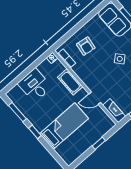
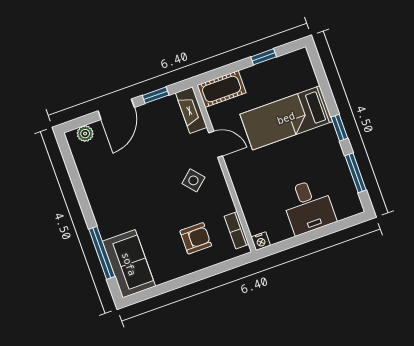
armchair: (86, 46) -> (196, 238), turned 82
side table: (120, 59) -> (193, 180), moved
cot: (70, 82) -> (222, 89), moved, turned 90
window: (99, 143) -> (264, 57), moved

